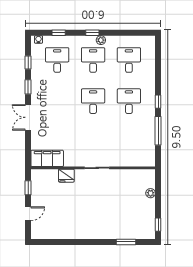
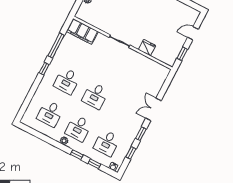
window: (92, 33) -> (77, 155), moved
double door: (28, 117) -> (153, 109), swing flipped
filing cabinet: (47, 158) -> (82, 31), moved

